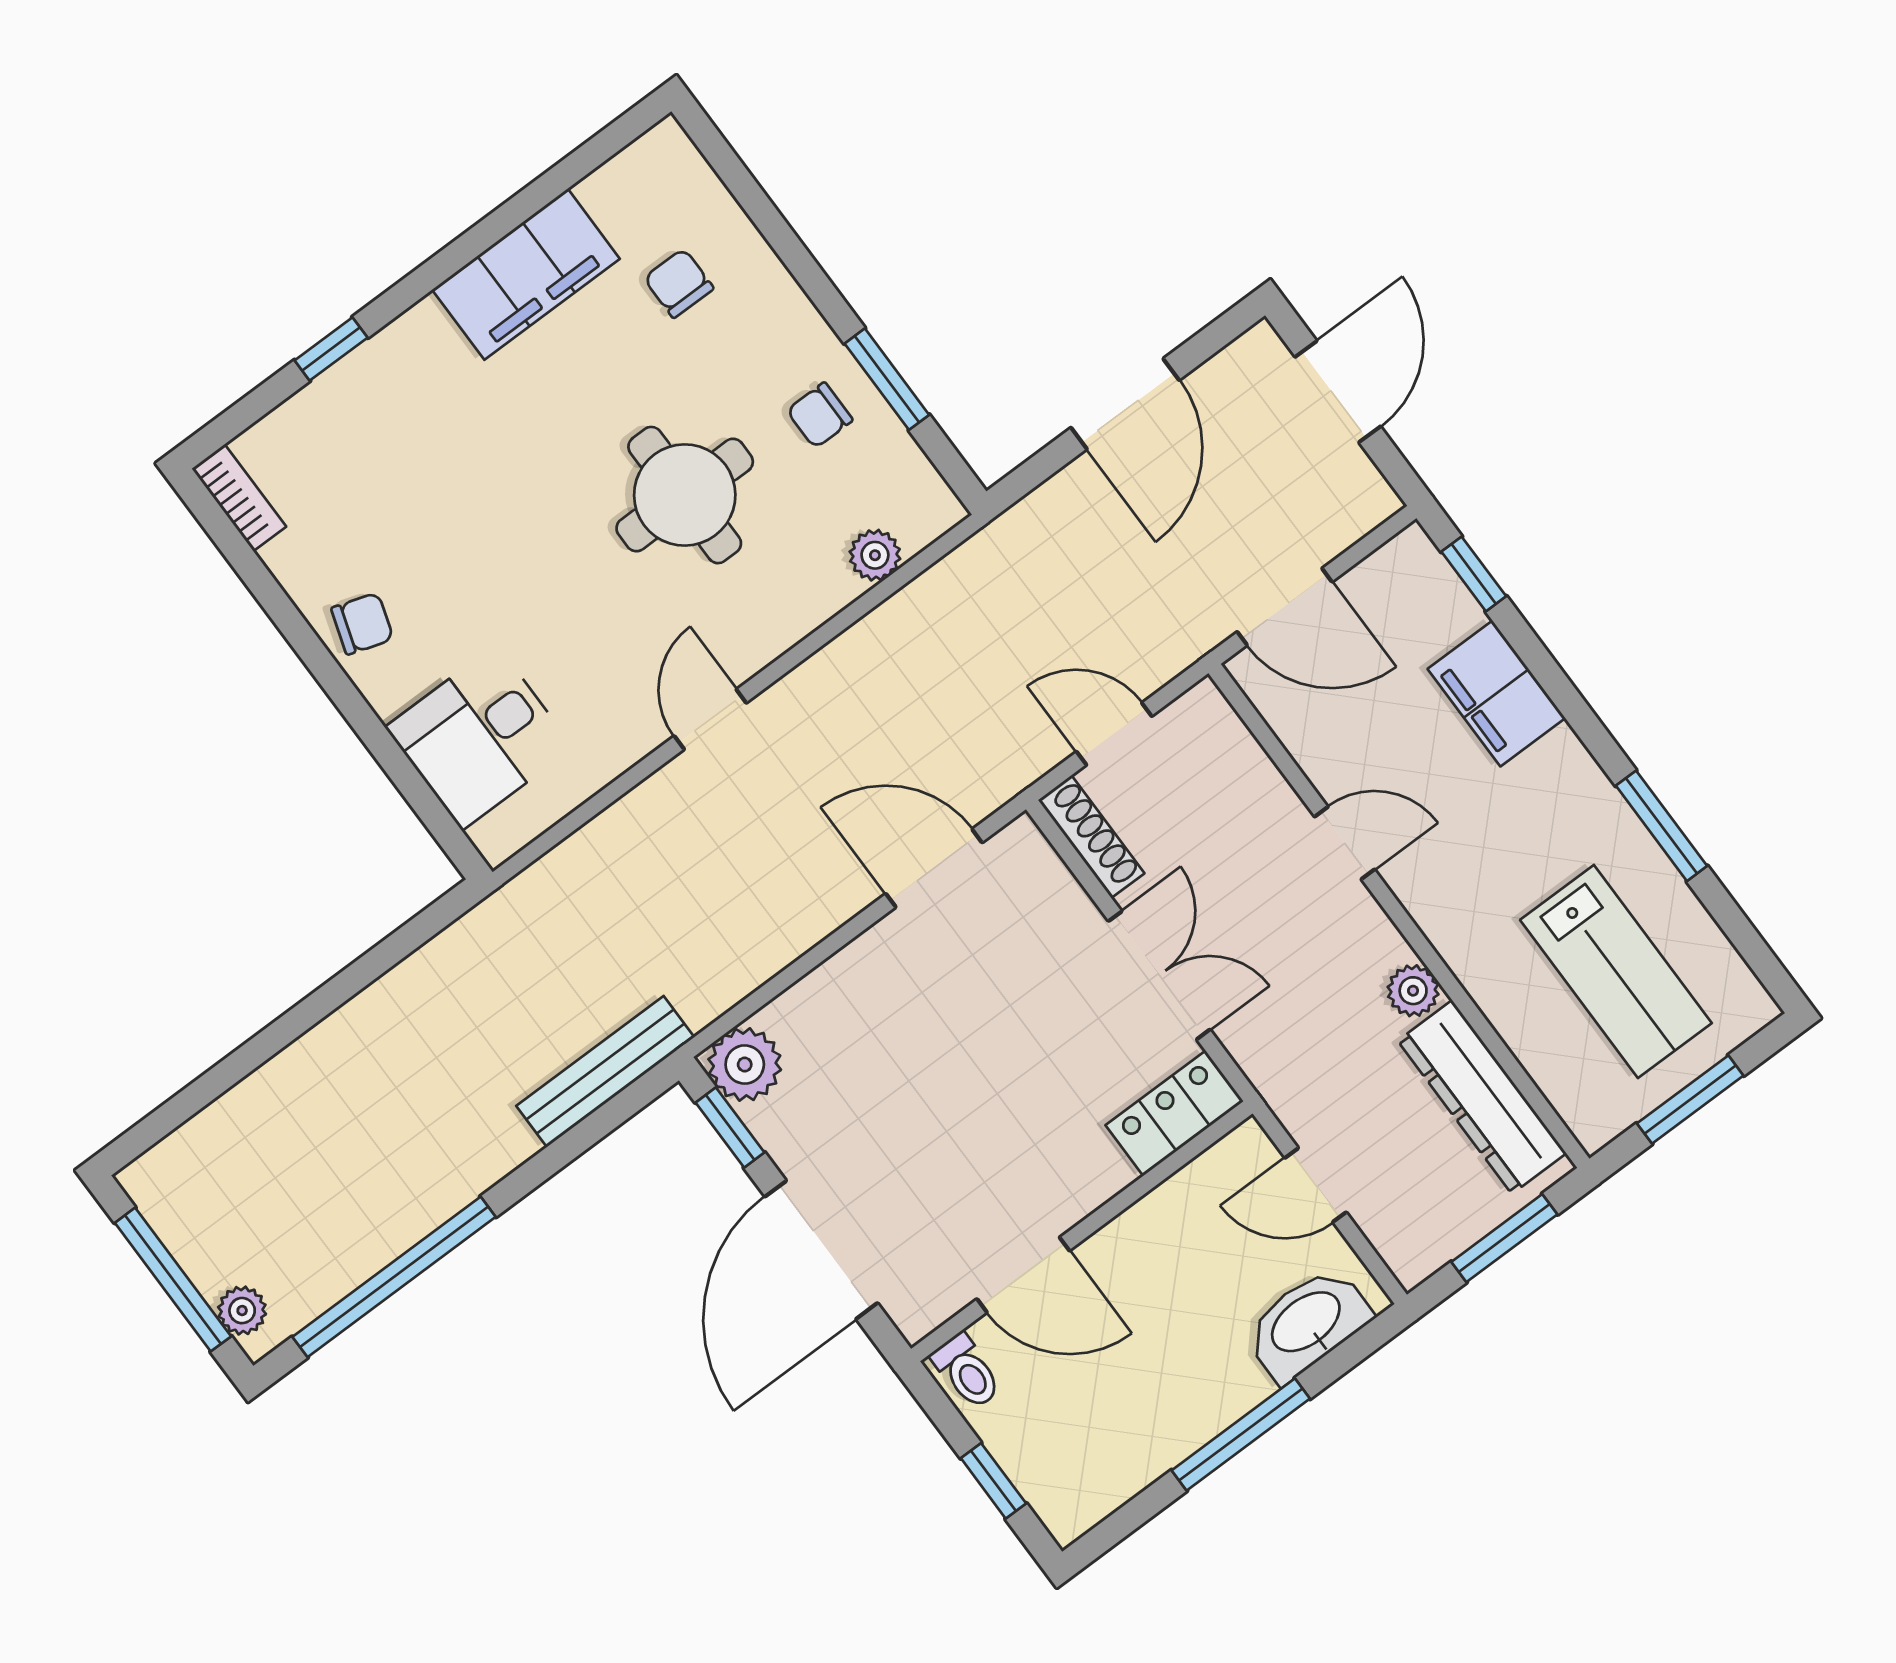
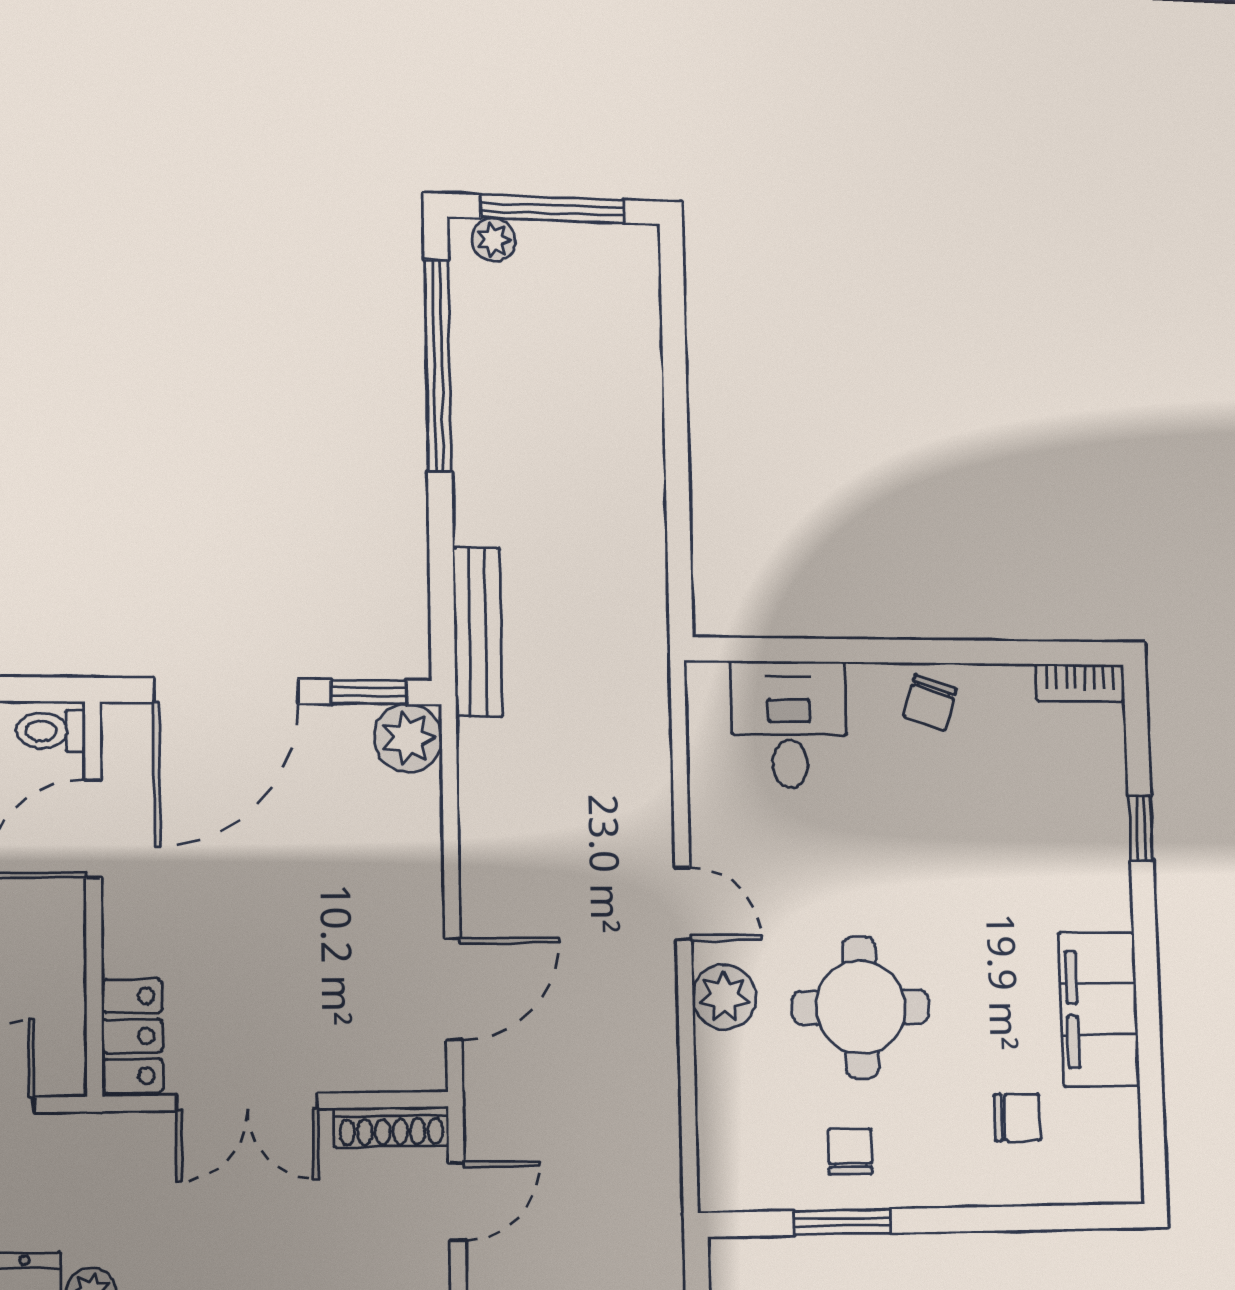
plant: (875, 555) -> (724, 997), moved, width x1.38, depth x1.38
door: (821, 1250) -> (226, 691), swing flipped

